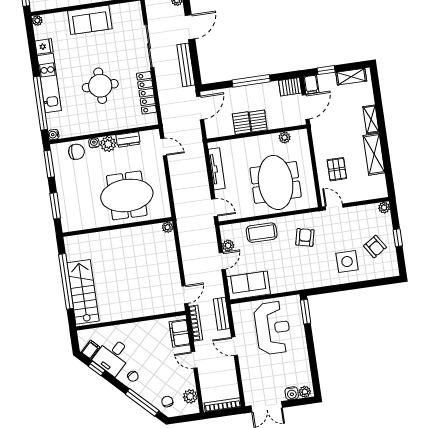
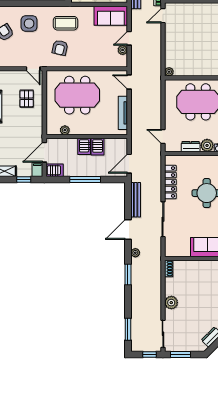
meeting table: (276, 182) -> (77, 95), turned 90
coffee table: (262, 233) -> (65, 23), moved

